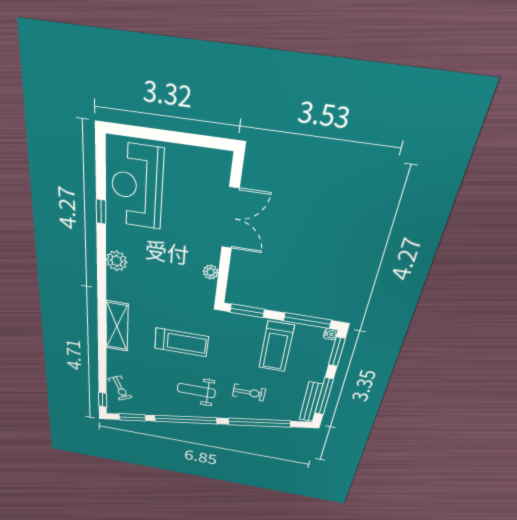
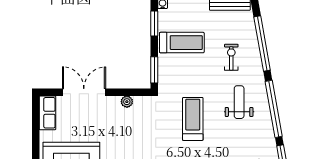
row of seats: (207, 160) -> (47, 113), added
window: (307, 321) -> (154, 24), width x0.69
weight bench: (196, 391) -> (239, 102), turned 180

